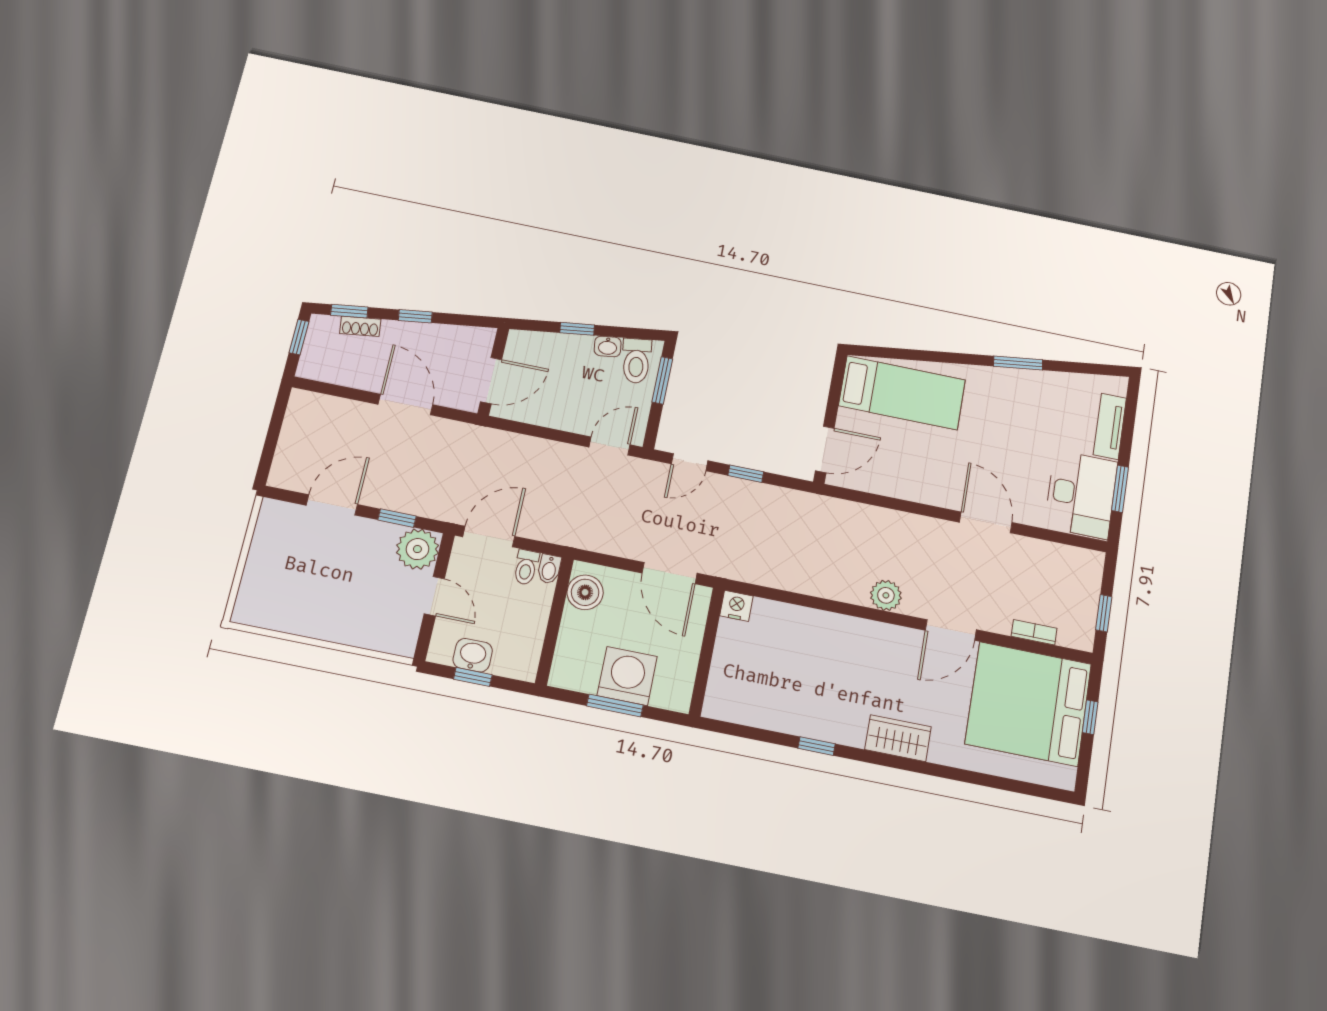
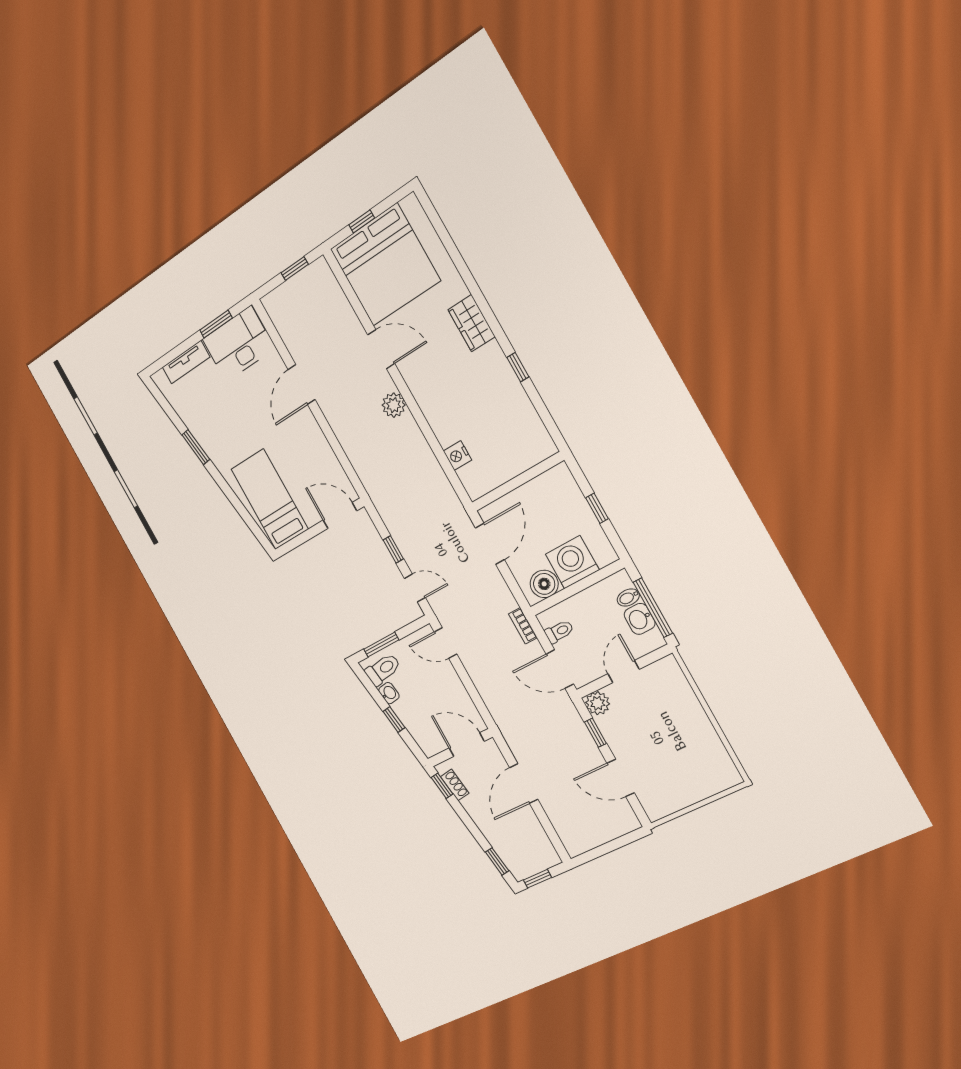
window: (415, 316) -> (442, 786), moved
shoe rack: (360, 326) -> (455, 785), moved
plant: (417, 549) -> (598, 703), width x0.73, depth x0.73
bidet: (549, 569) -> (628, 598), moved, turned 180
nightstand: (736, 606) -> (457, 456), moved
bookcase: (1034, 632) -> (523, 626), moved
washing machine: (627, 676) -> (572, 562), moved, turned 90
window: (473, 677) -> (653, 608), width x2.17
window: (615, 706) -> (597, 508), width x0.67

